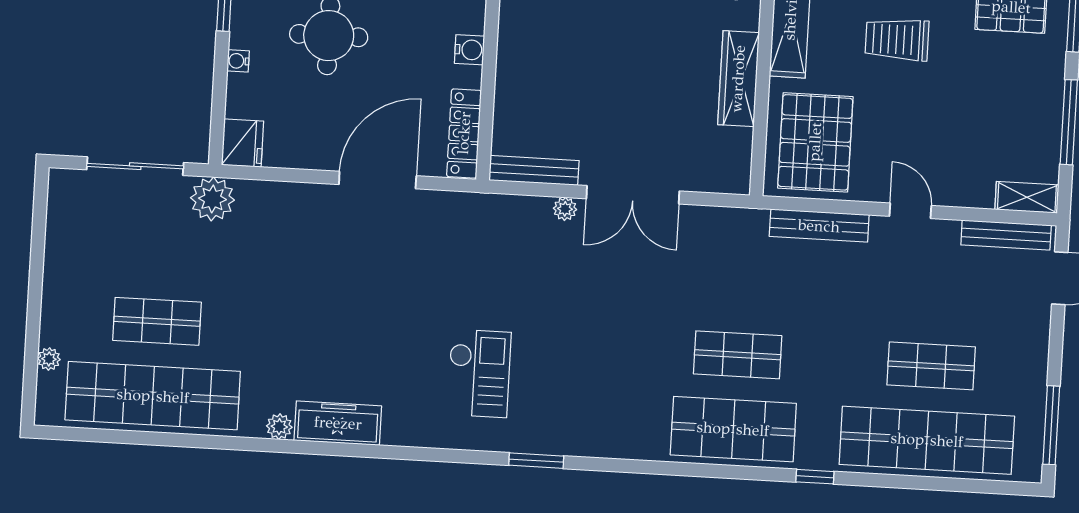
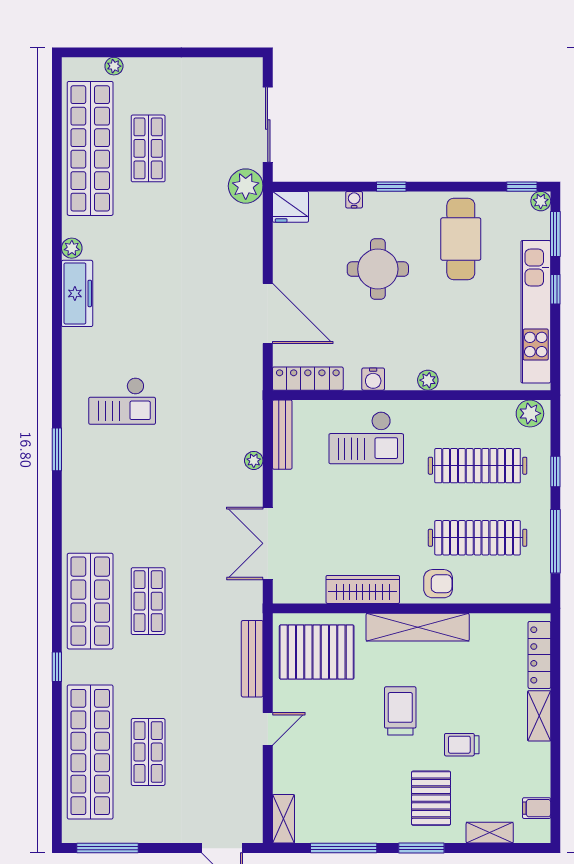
checkout: (544, 63) -> (366, 438), added
double door: (633, 195) -> (268, 543), moved
bench: (1006, 235) -> (253, 804), removed

